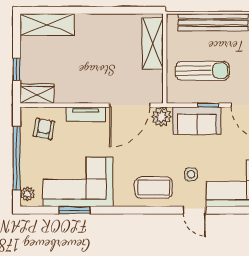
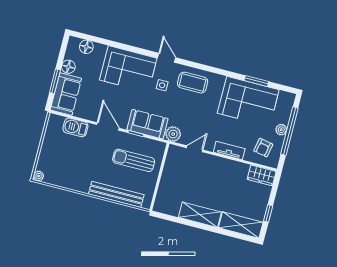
shelving: (153, 43) -> (200, 215), moved, turned 90
window: (17, 69) -> (268, 213), moved
door: (130, 105) -> (195, 149), width x0.53
plant: (27, 194) -> (281, 130), moved

